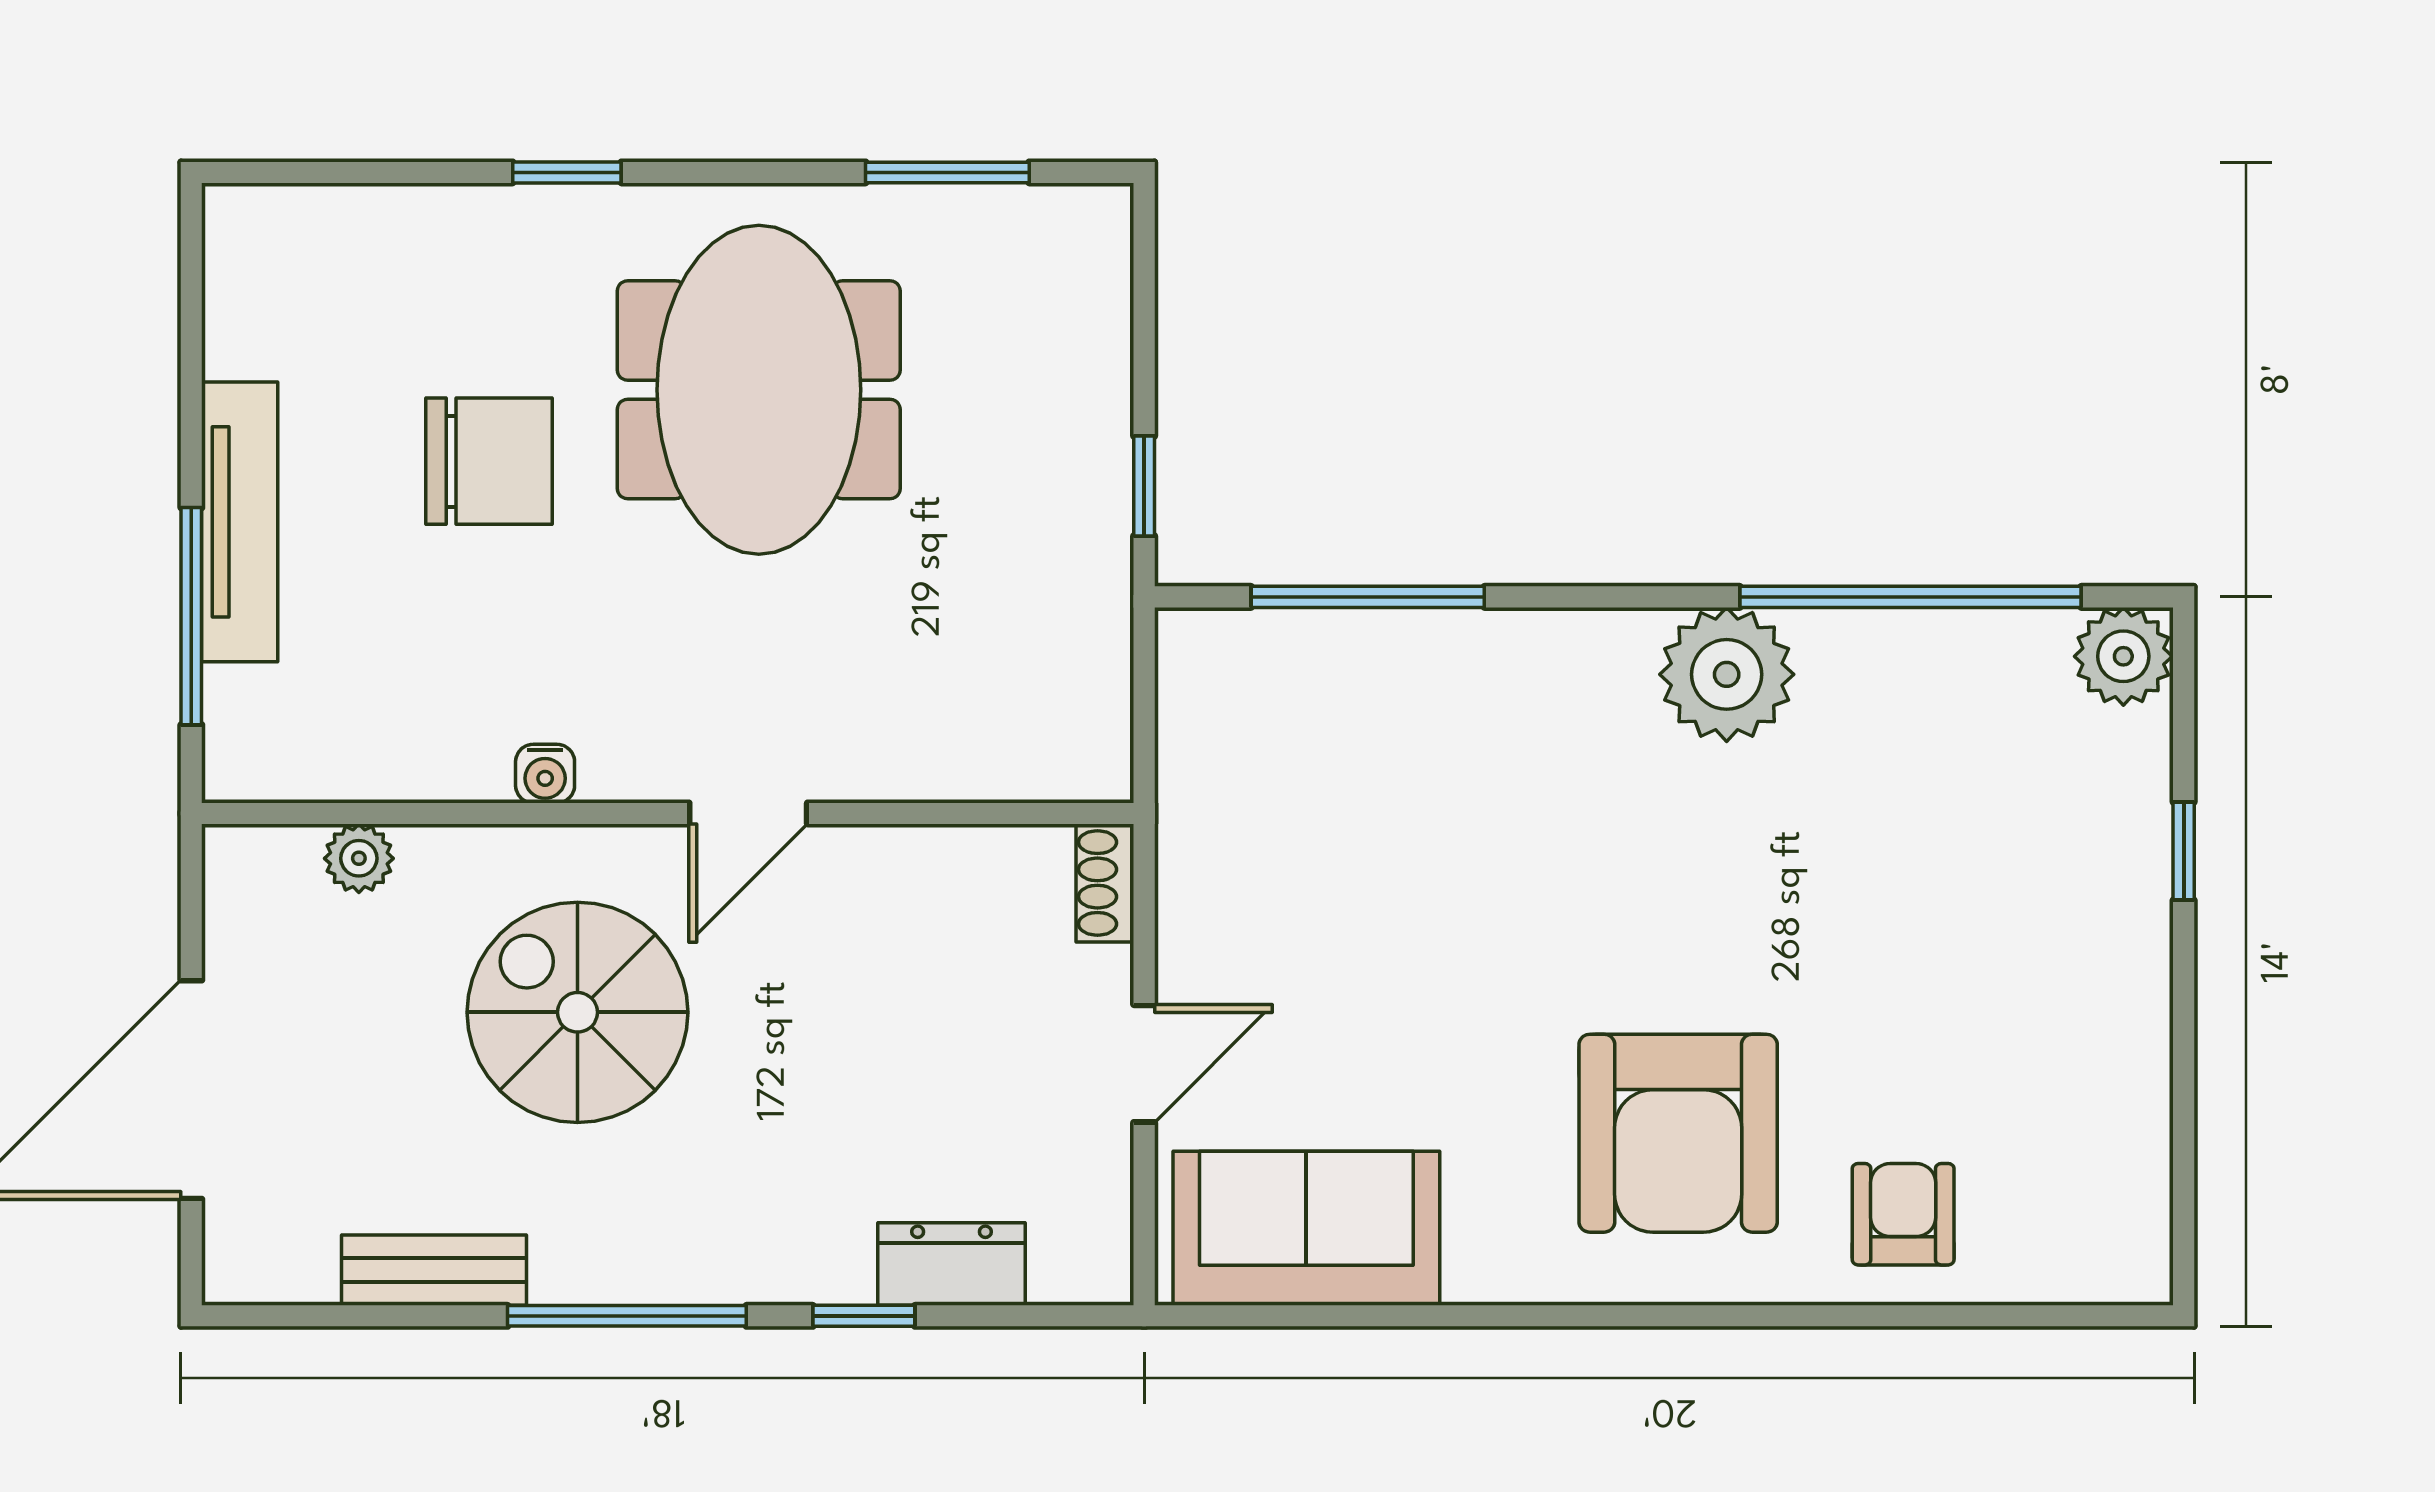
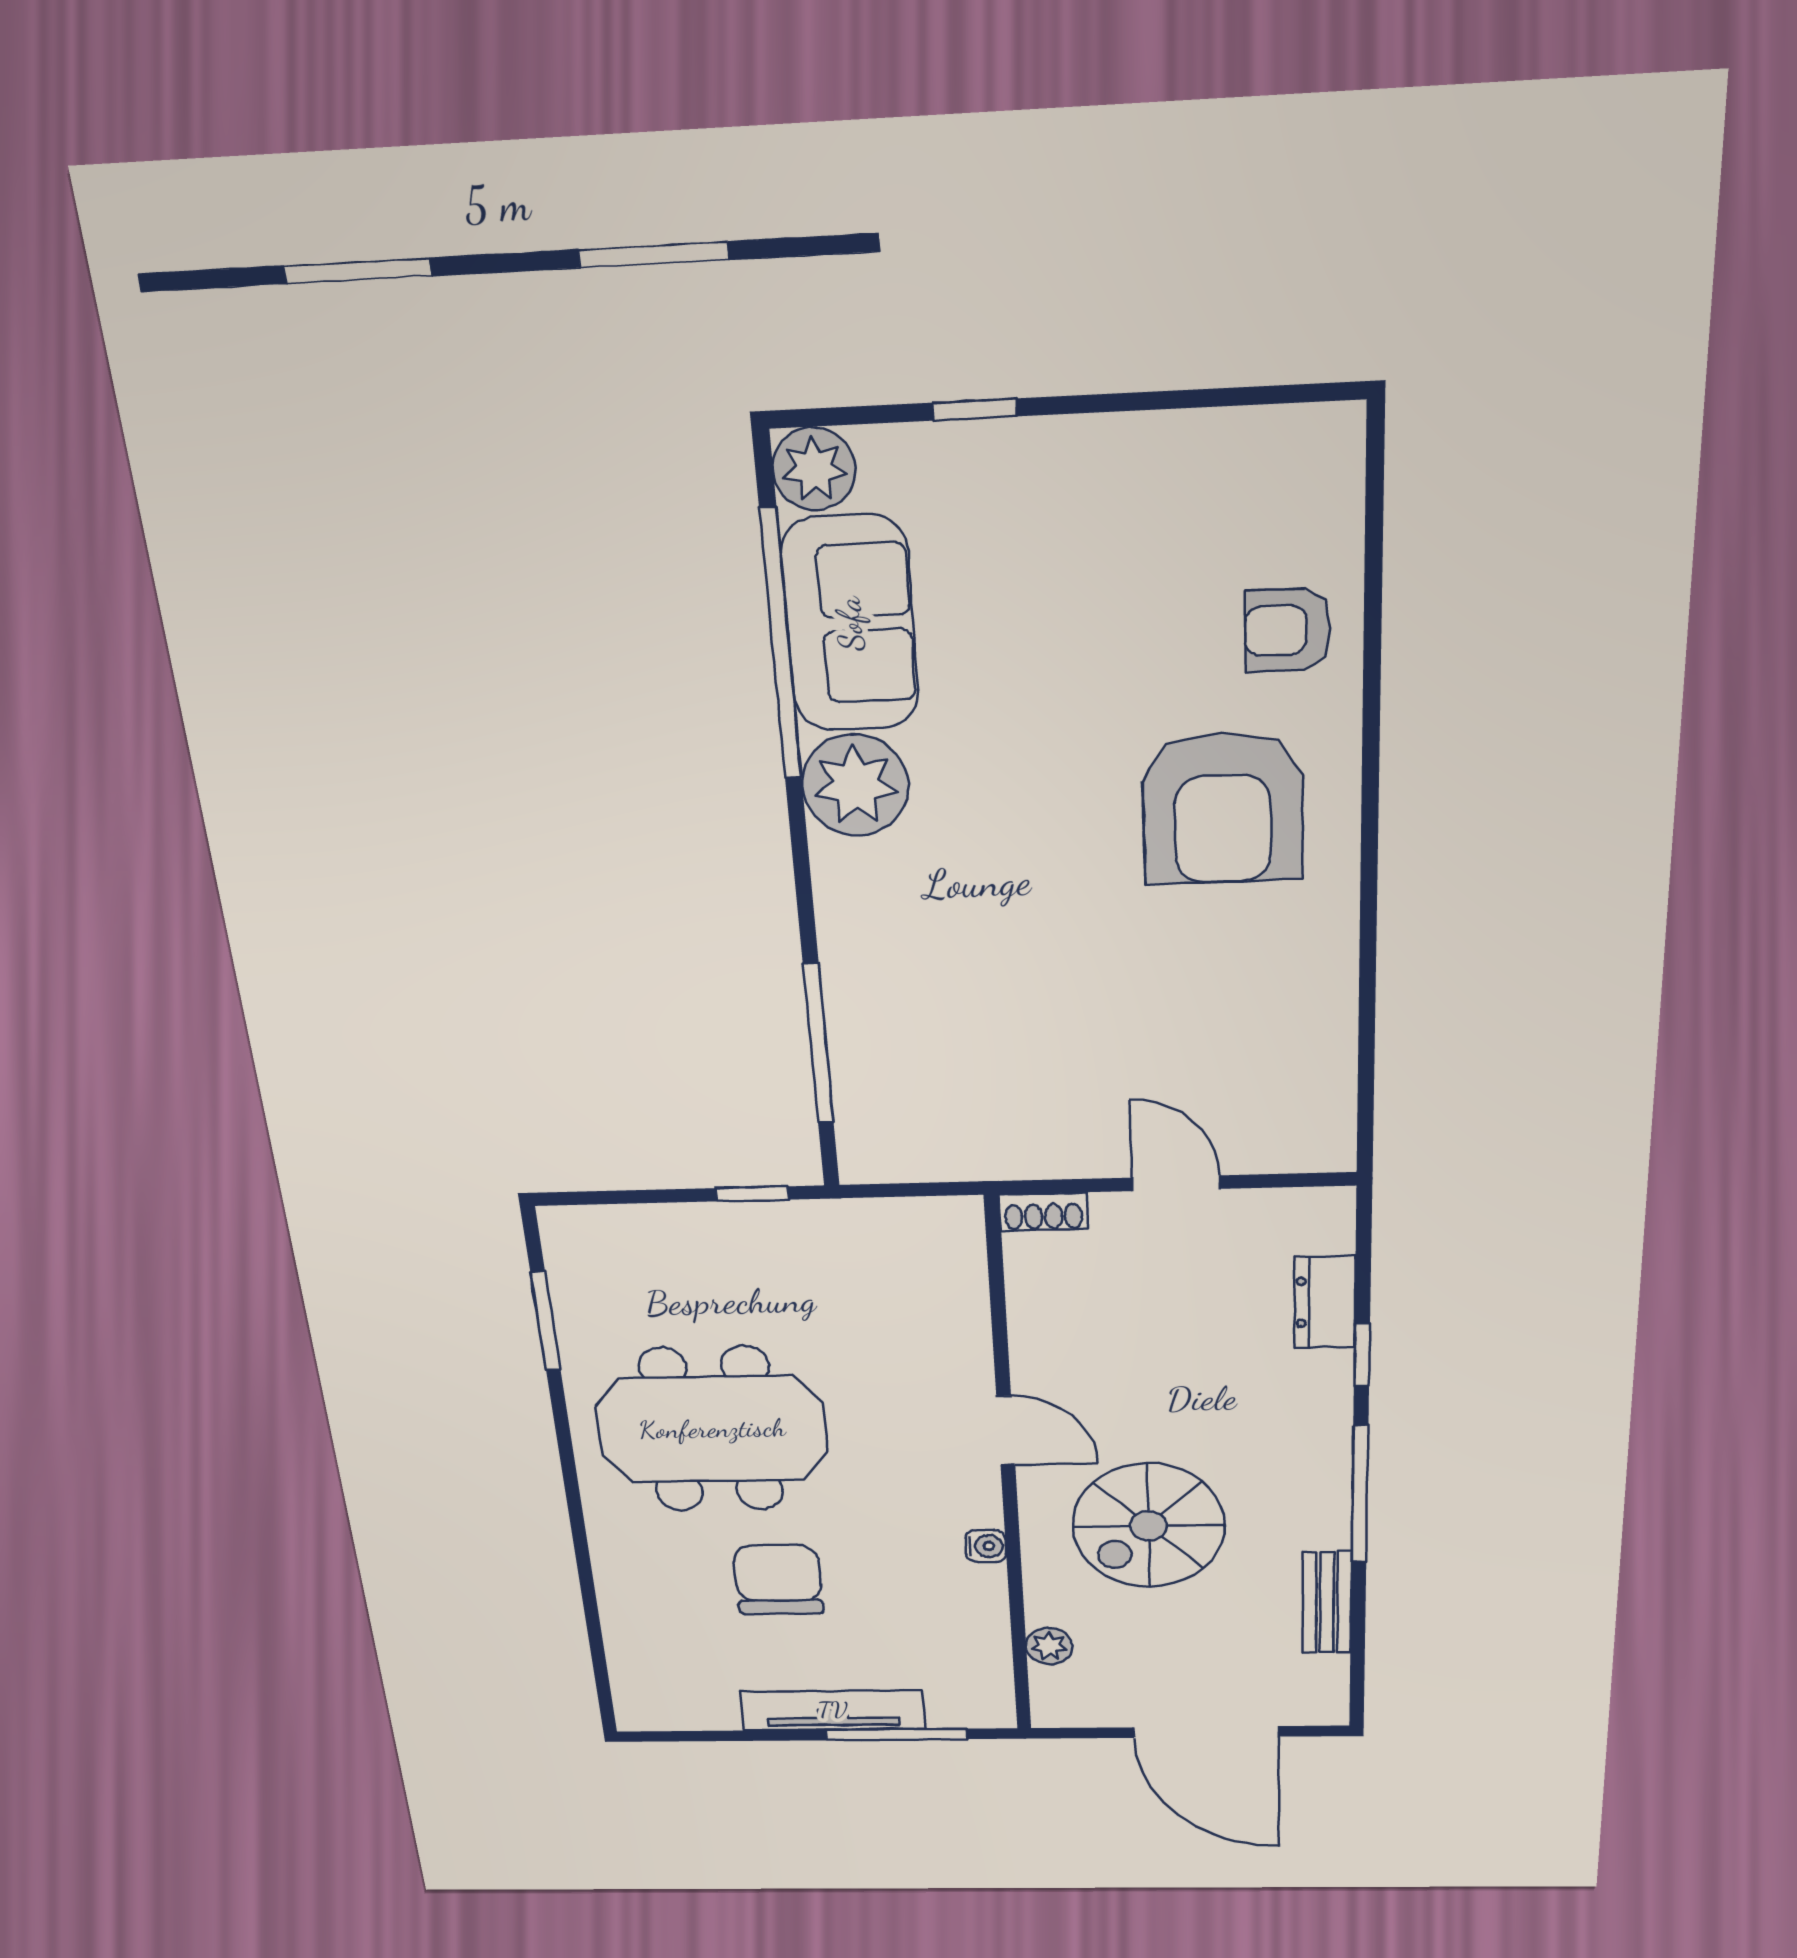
window: (567, 172) -> (580, 1540), removed
armchair: (1678, 1133) -> (1223, 808), turned 90
sofa: (1306, 1228) -> (850, 624), moved, turned 180

